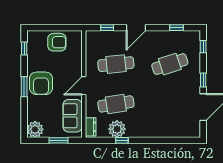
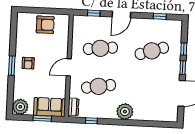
window: (203, 47) -> (184, 49), moved
window: (24, 49) -> (14, 29), removed
armchair: (41, 83) -> (28, 63), width x0.53, depth x0.53
sofa: (73, 116) -> (50, 107), moved, turned 90
plant: (117, 129) -> (125, 112), moved
window: (122, 140) -> (91, 121), moved

